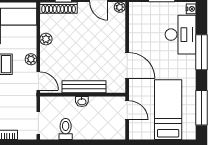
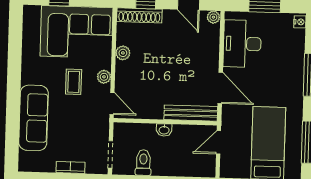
desk: (181, 35) -> (242, 44), moved, turned 180
bench: (84, 87) -> (191, 113), moved
door: (127, 110) -> (218, 142), swing flipped

